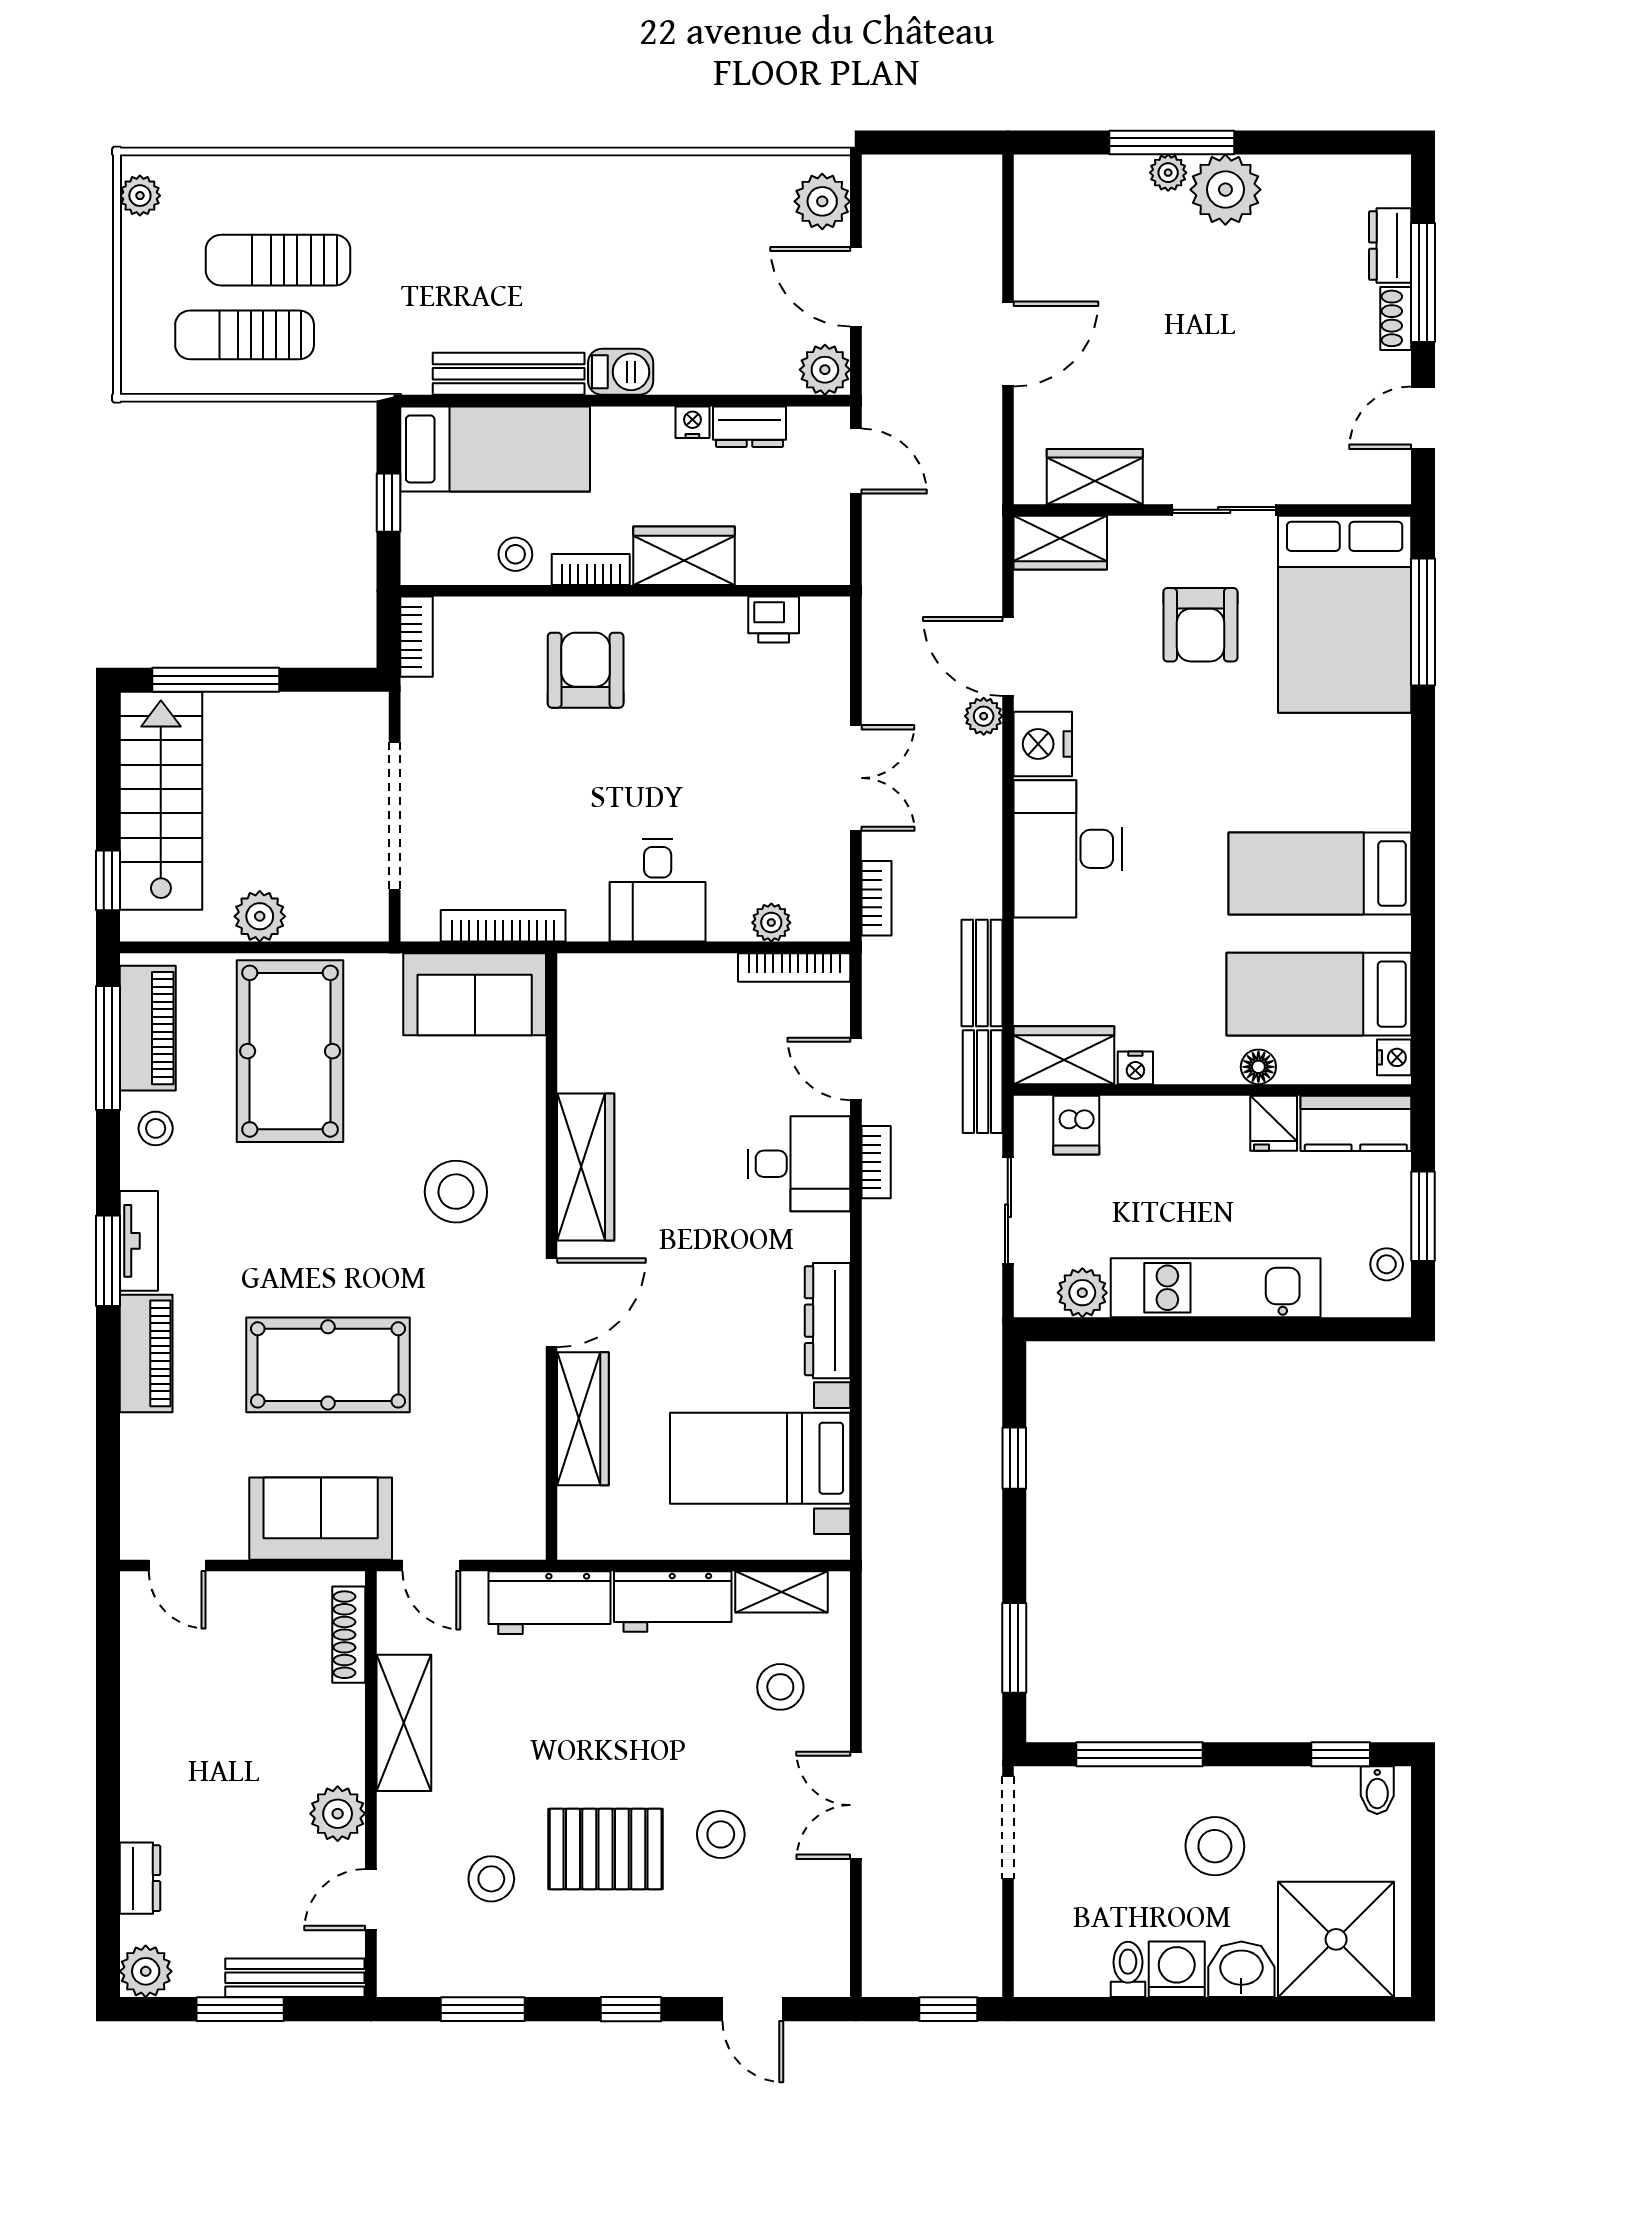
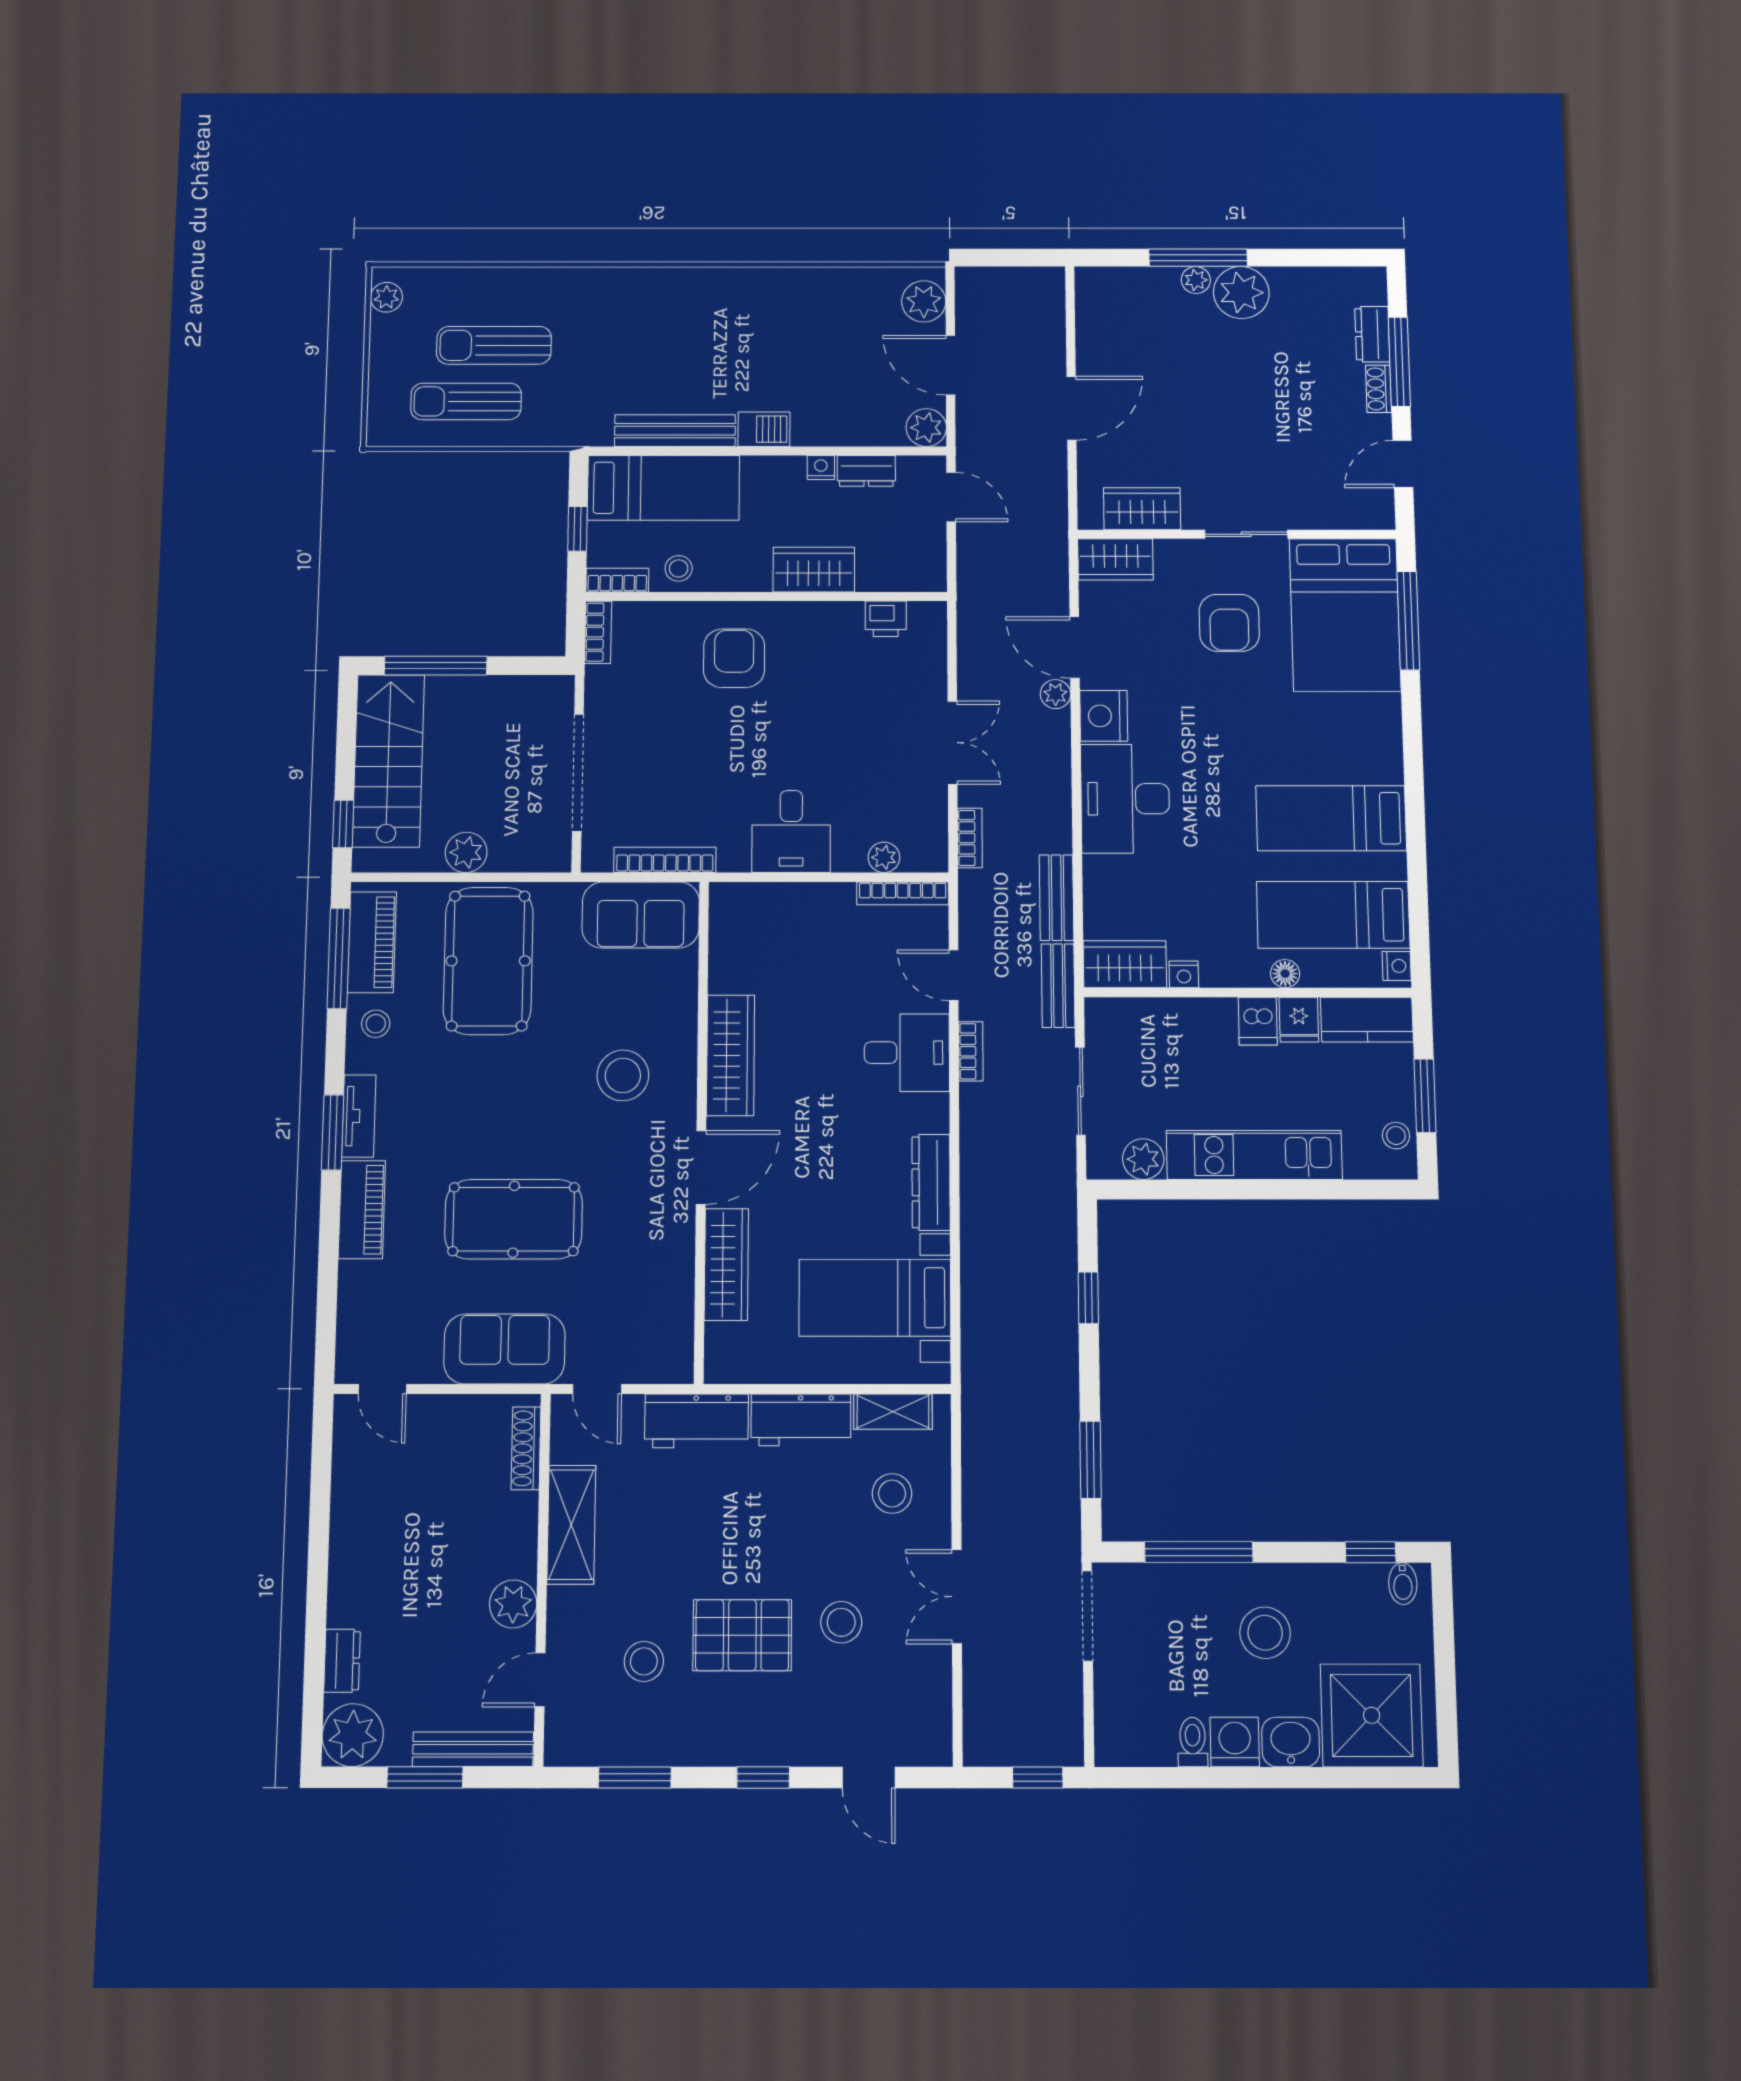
bookcase: (591, 570) -> (617, 580), moved
dishwasher: (1076, 1125) -> (1258, 1021), moved
plant: (146, 1971) -> (353, 1735), width x1.36, depth x1.36

